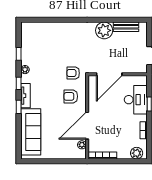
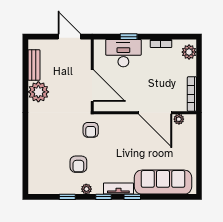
armchair: (71, 96) -> (78, 164), moved

